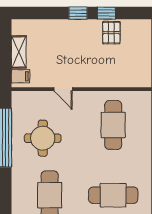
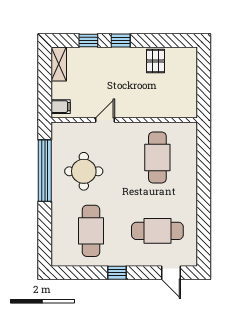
window: (106, 13) -> (88, 41), moved
shelving: (19, 52) -> (59, 64), moved
door: (63, 89) -> (105, 120), swing flipped

